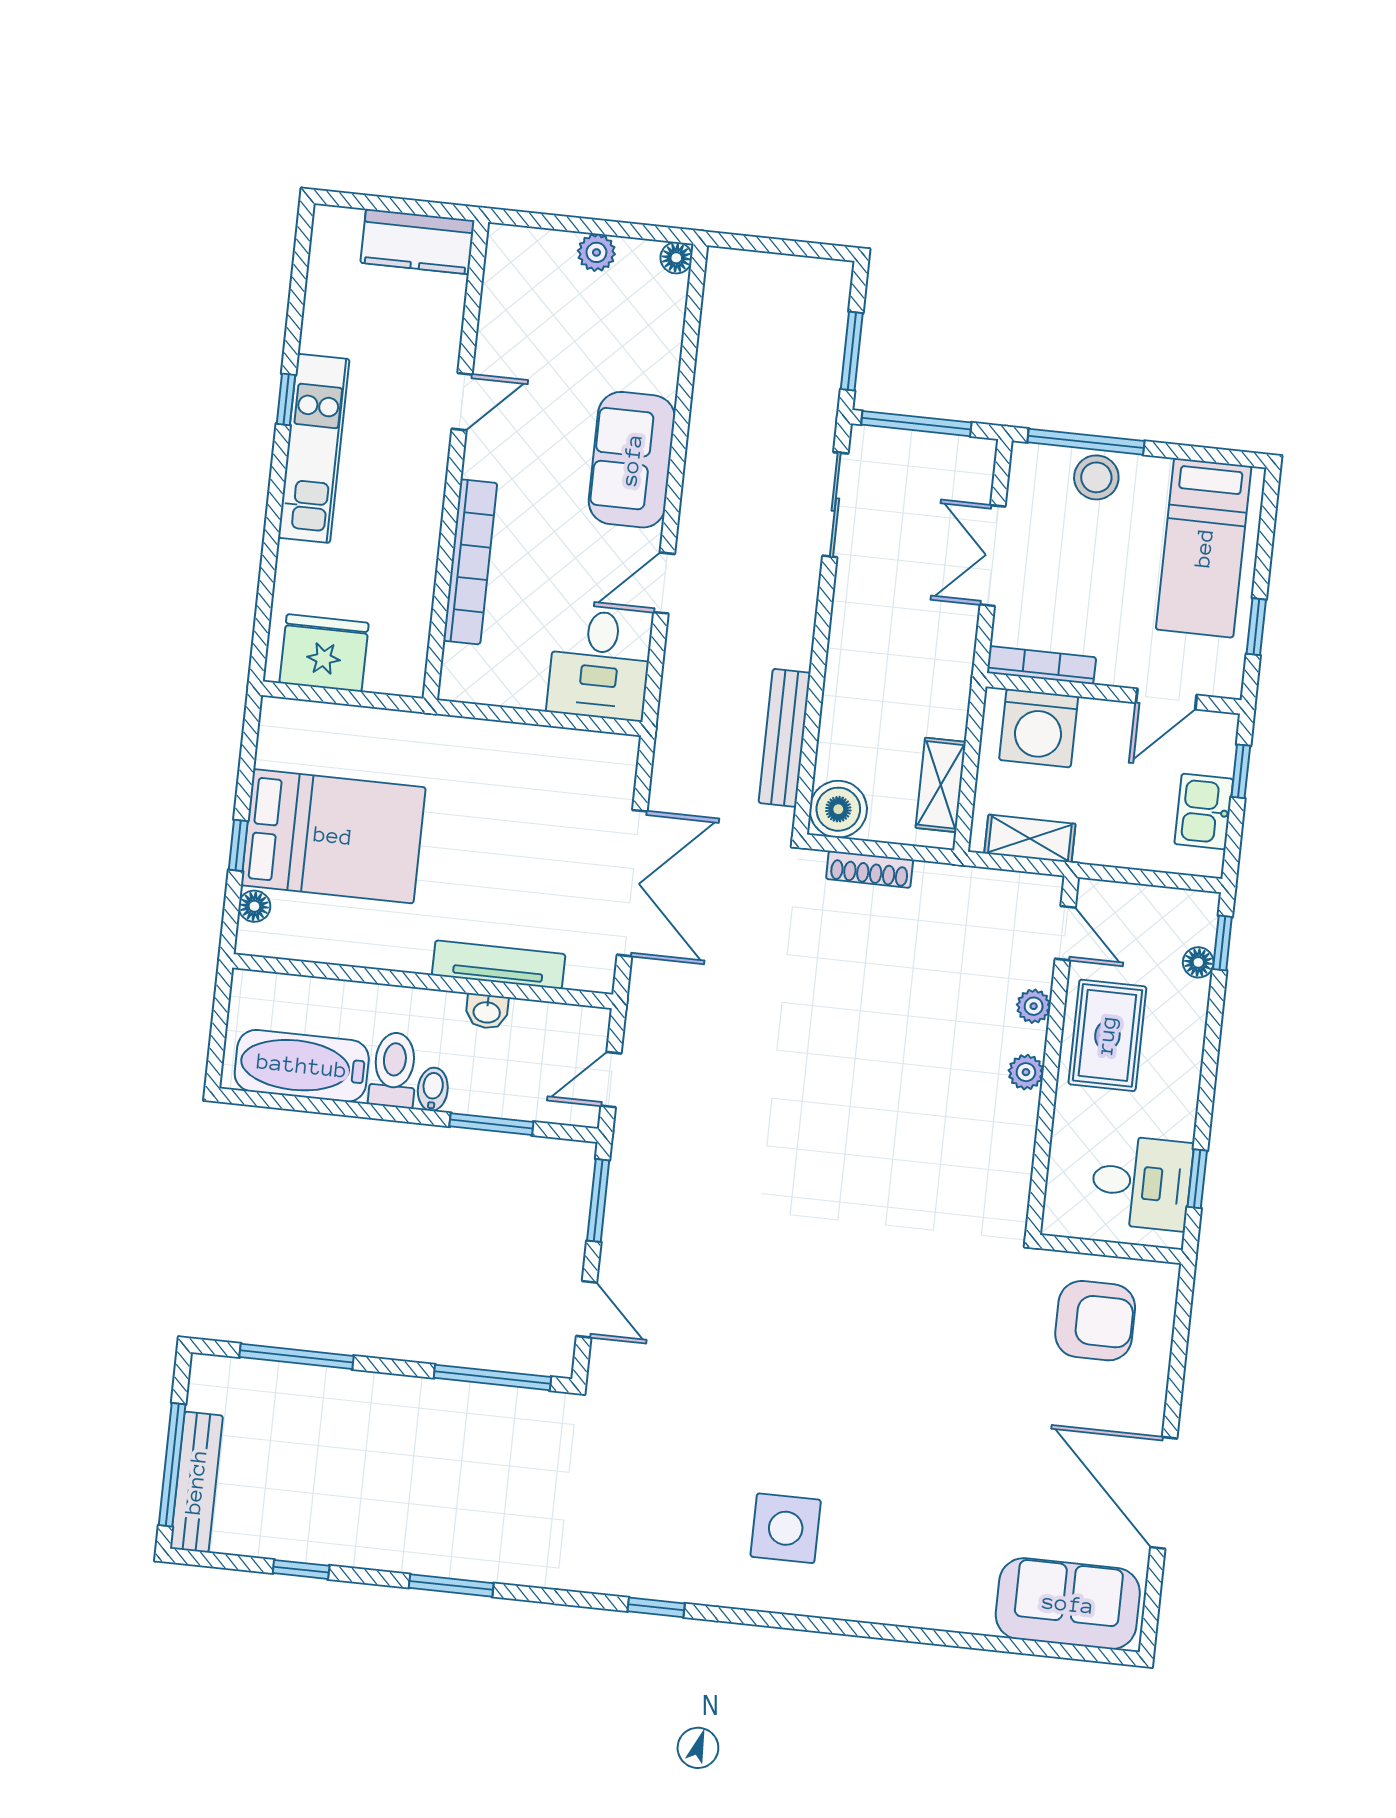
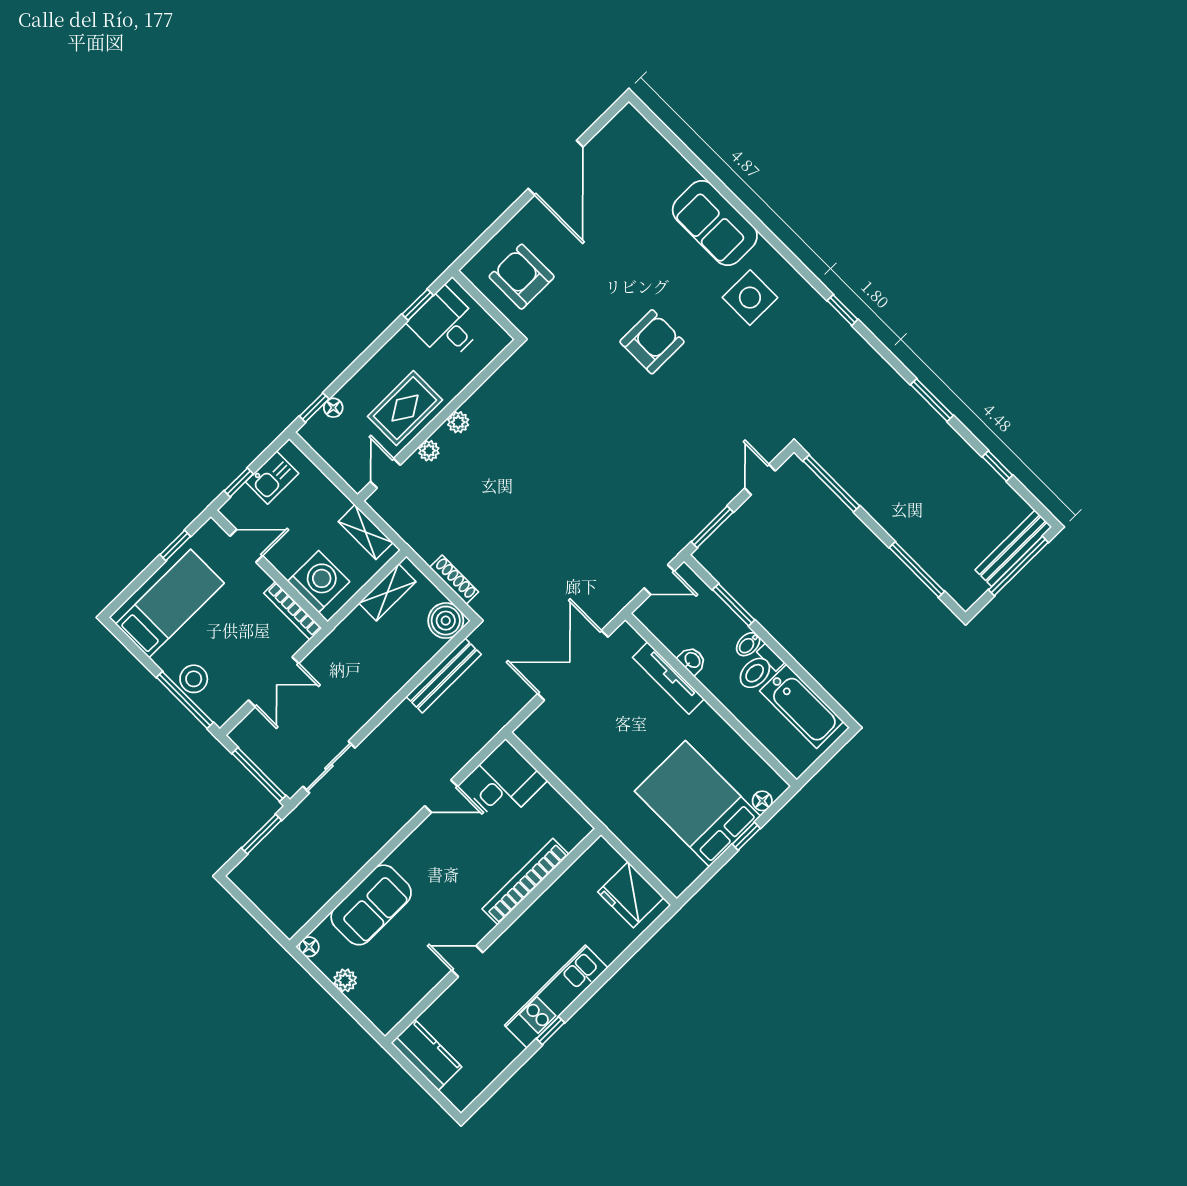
sofa: (632, 460) -> (371, 905), moved
armchair: (864, 1372) -> (652, 342), added
sofa: (1068, 1604) -> (715, 223), moved

